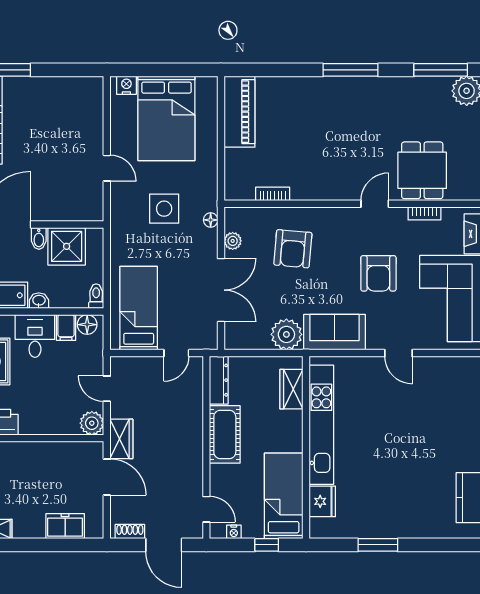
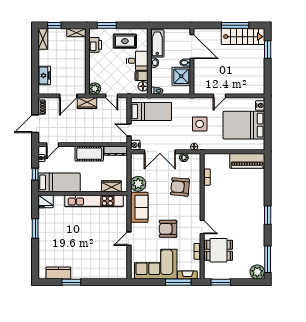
window: (350, 70) -> (268, 215), width x0.69
nightstand: (207, 340) -> (135, 145), added
door: (107, 389) -> (112, 96), swing flipped
fridge: (322, 501) -> (46, 201), moved

